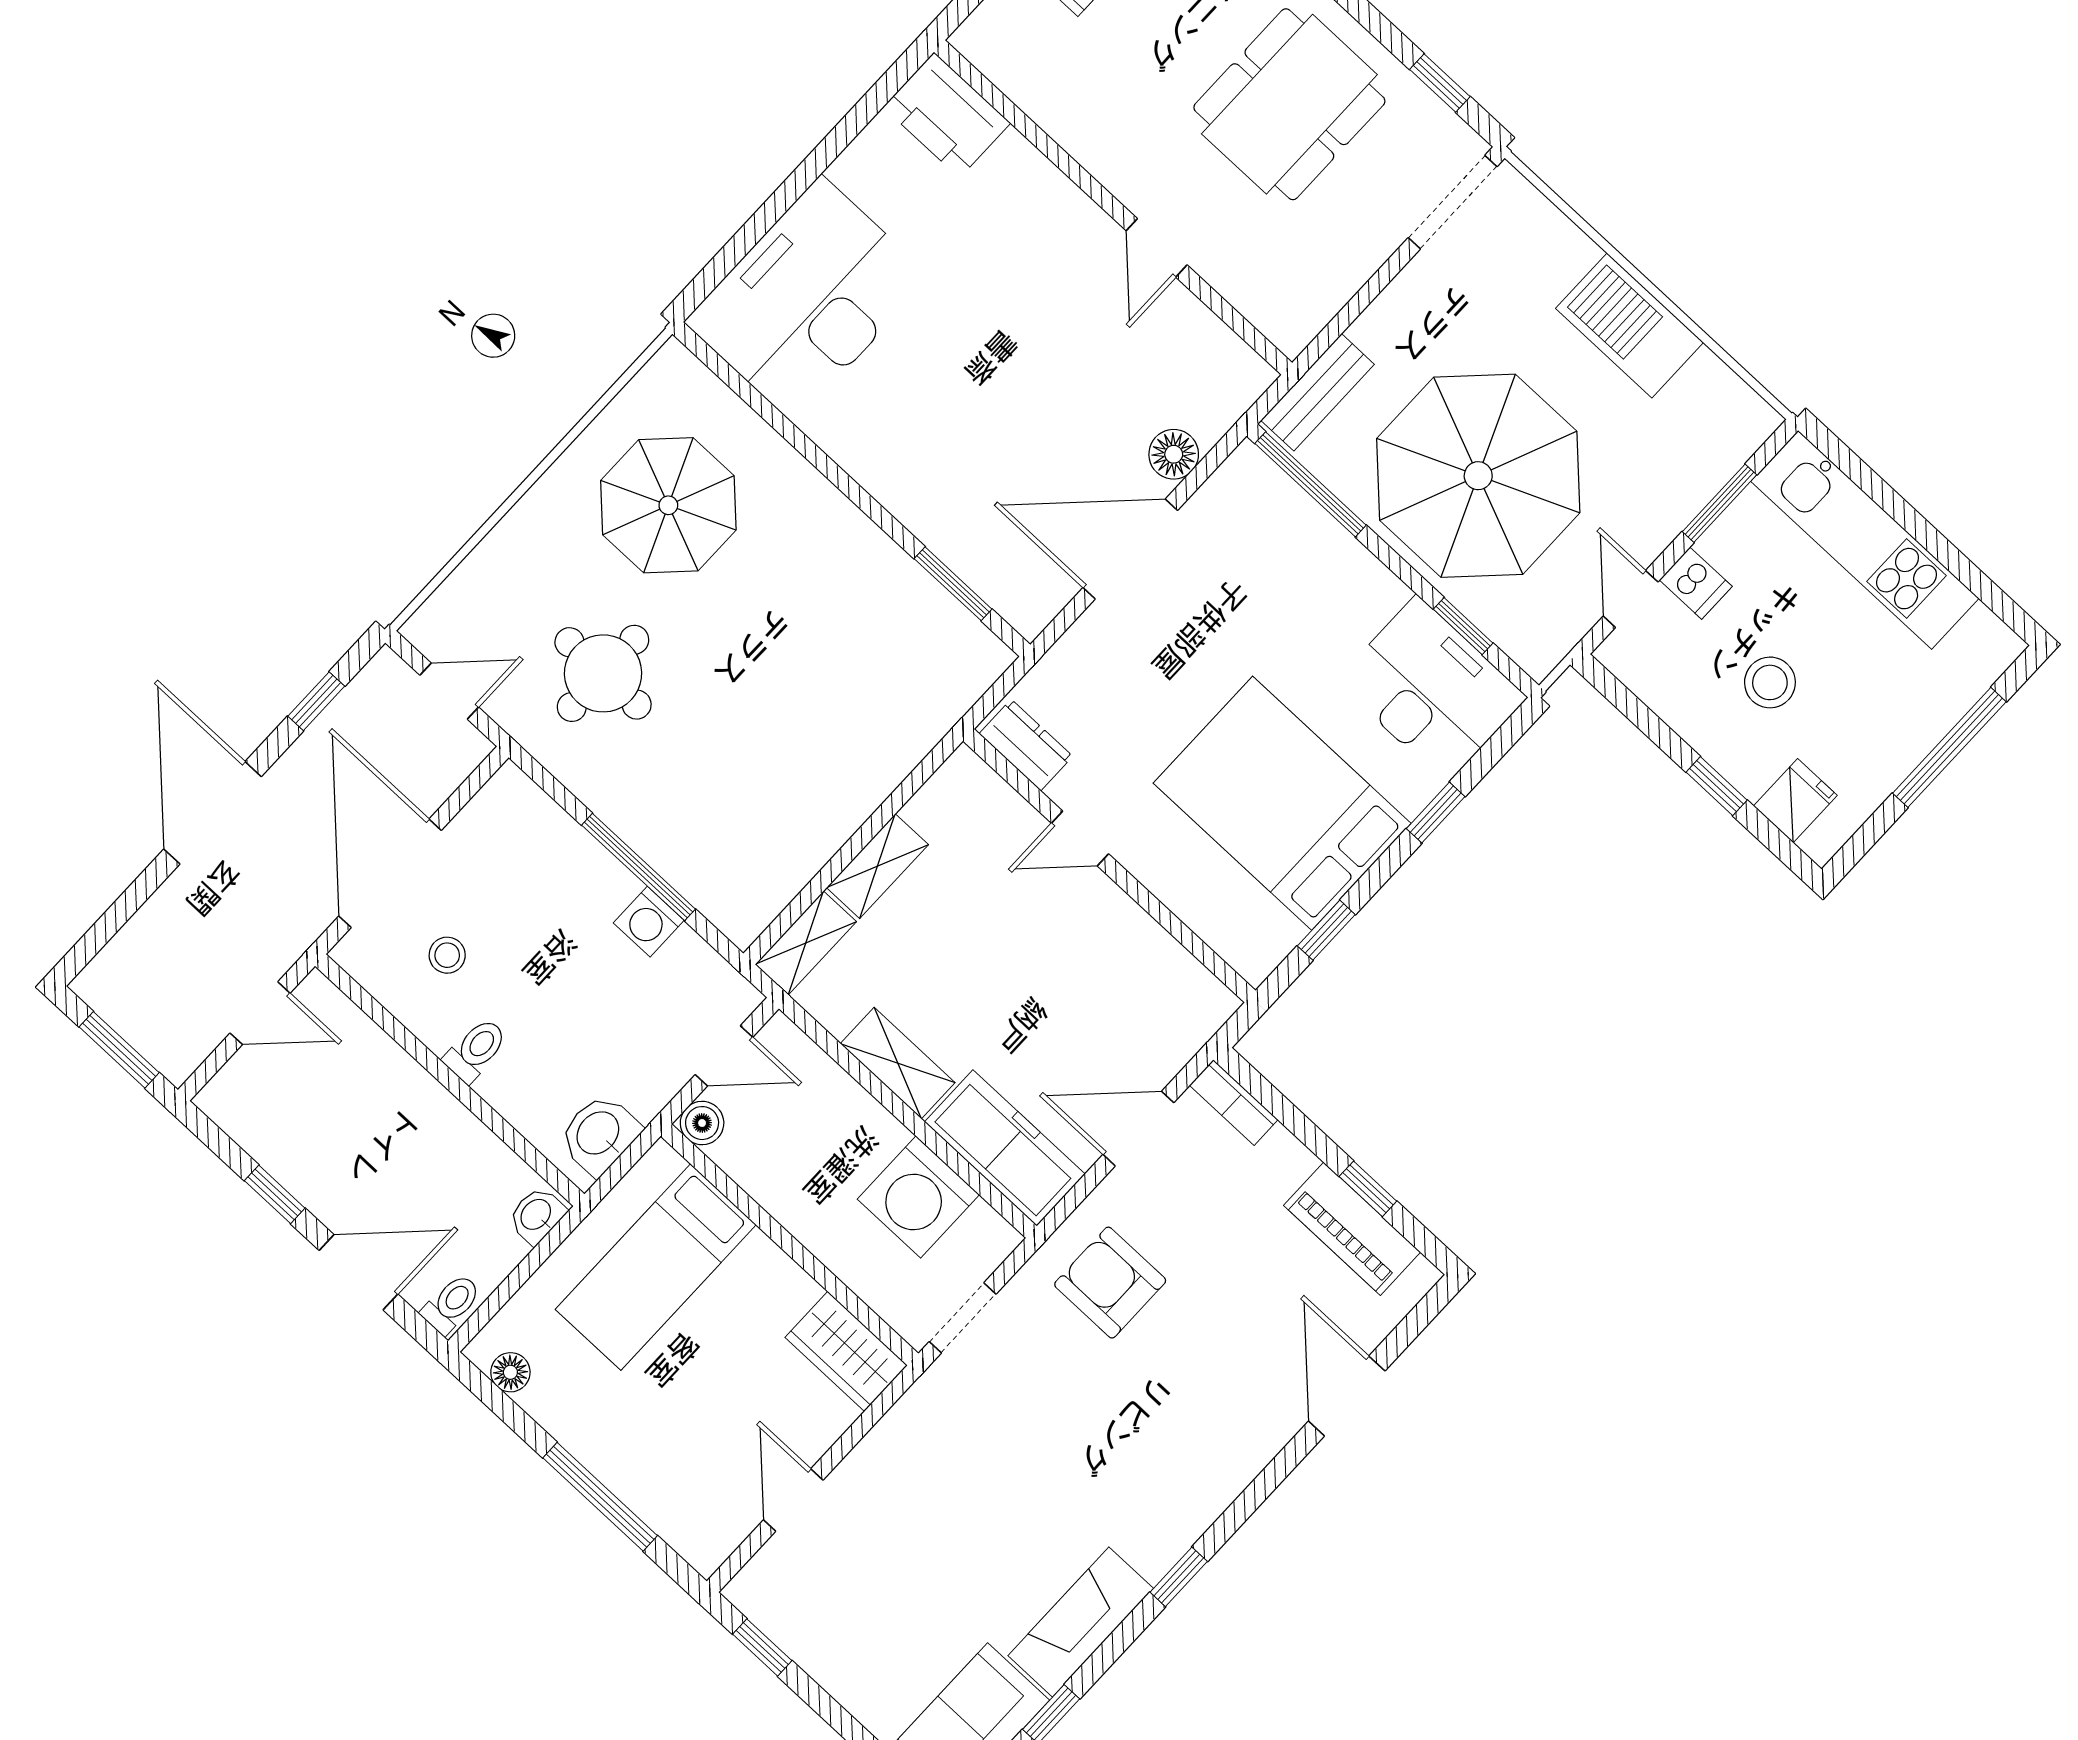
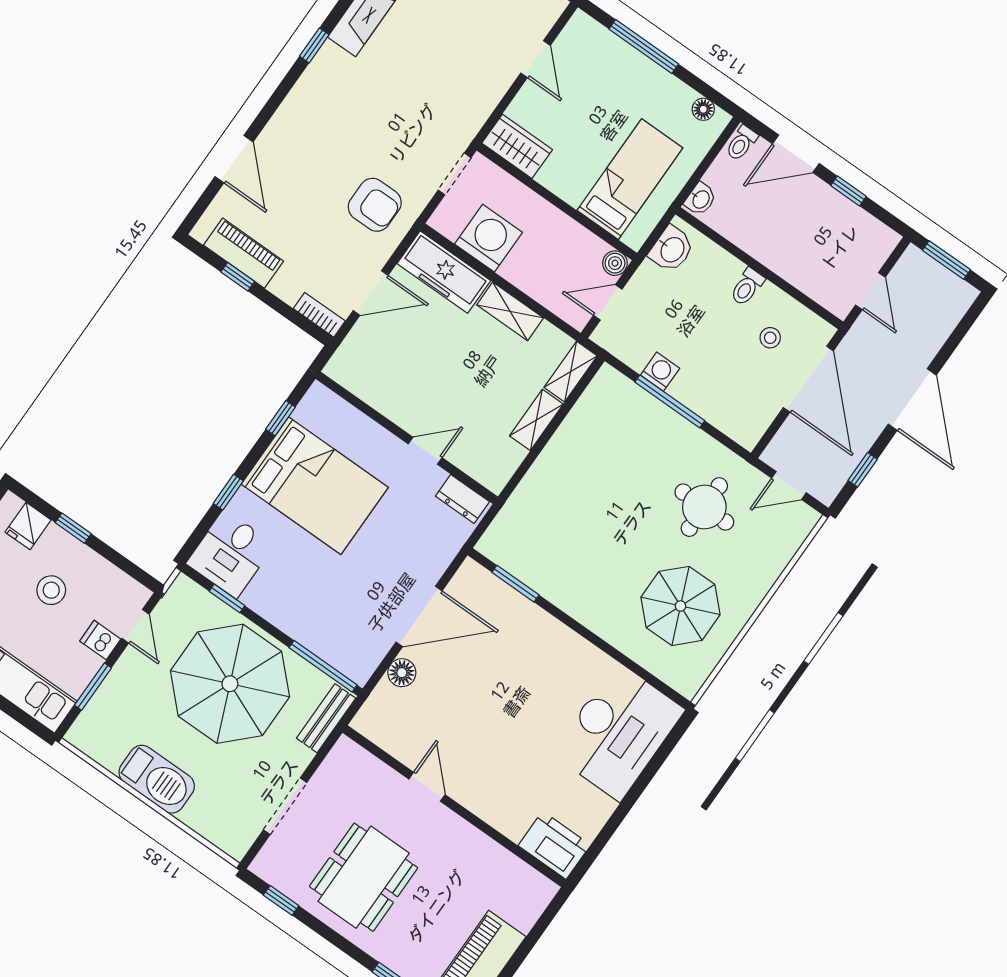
doorway: (1453, 202) -> (285, 806), moved
desk: (1431, 689) -> (230, 554), width x0.73
door: (260, 1013) -> (870, 291), swing flipped

